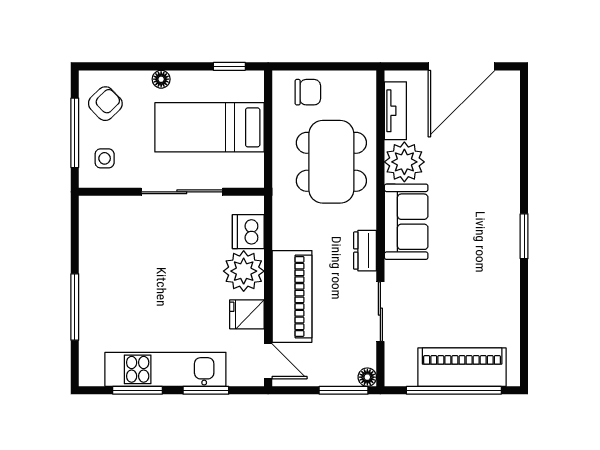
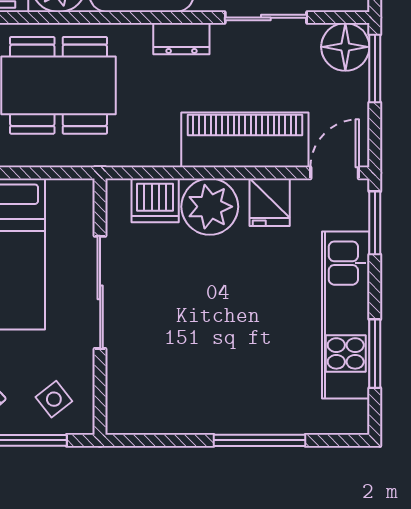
side table: (105, 158) -> (54, 399), turned -38
floor lamp: (367, 377) -> (345, 47), width x1.89, depth x1.89
window: (206, 390) -> (375, 223), moved

